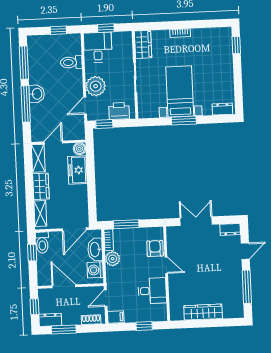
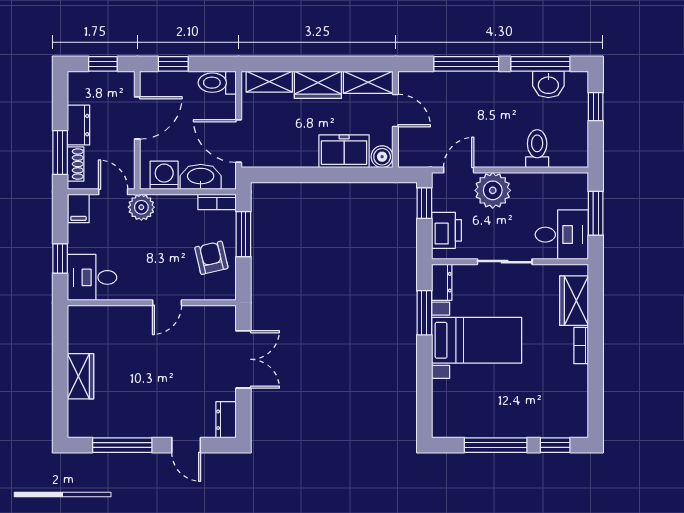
window: (106, 28) -> (596, 213), width x1.50
window: (58, 30) -> (596, 107), moved
wardrobe: (143, 44) -> (574, 301), moved, turned 90
desk: (98, 47) -> (562, 235), moved
window: (238, 78) -> (496, 445), added
washbasin: (37, 94) -> (548, 84), moved
door: (85, 106) -> (459, 170), hinge flipped
dresser: (222, 109) -> (442, 282), moved
window: (184, 121) -> (424, 313), moved
armchair: (155, 248) -> (211, 258), moved, turned -103
window: (32, 253) -> (173, 64), moved
plant: (113, 259) -> (141, 207), moved
desk: (152, 291) -> (92, 277), moved, turned 90
wardrobe: (203, 312) -> (80, 376), width x0.67
dresser: (50, 320) -> (78, 125), moved
window: (64, 329) -> (60, 153), moved

